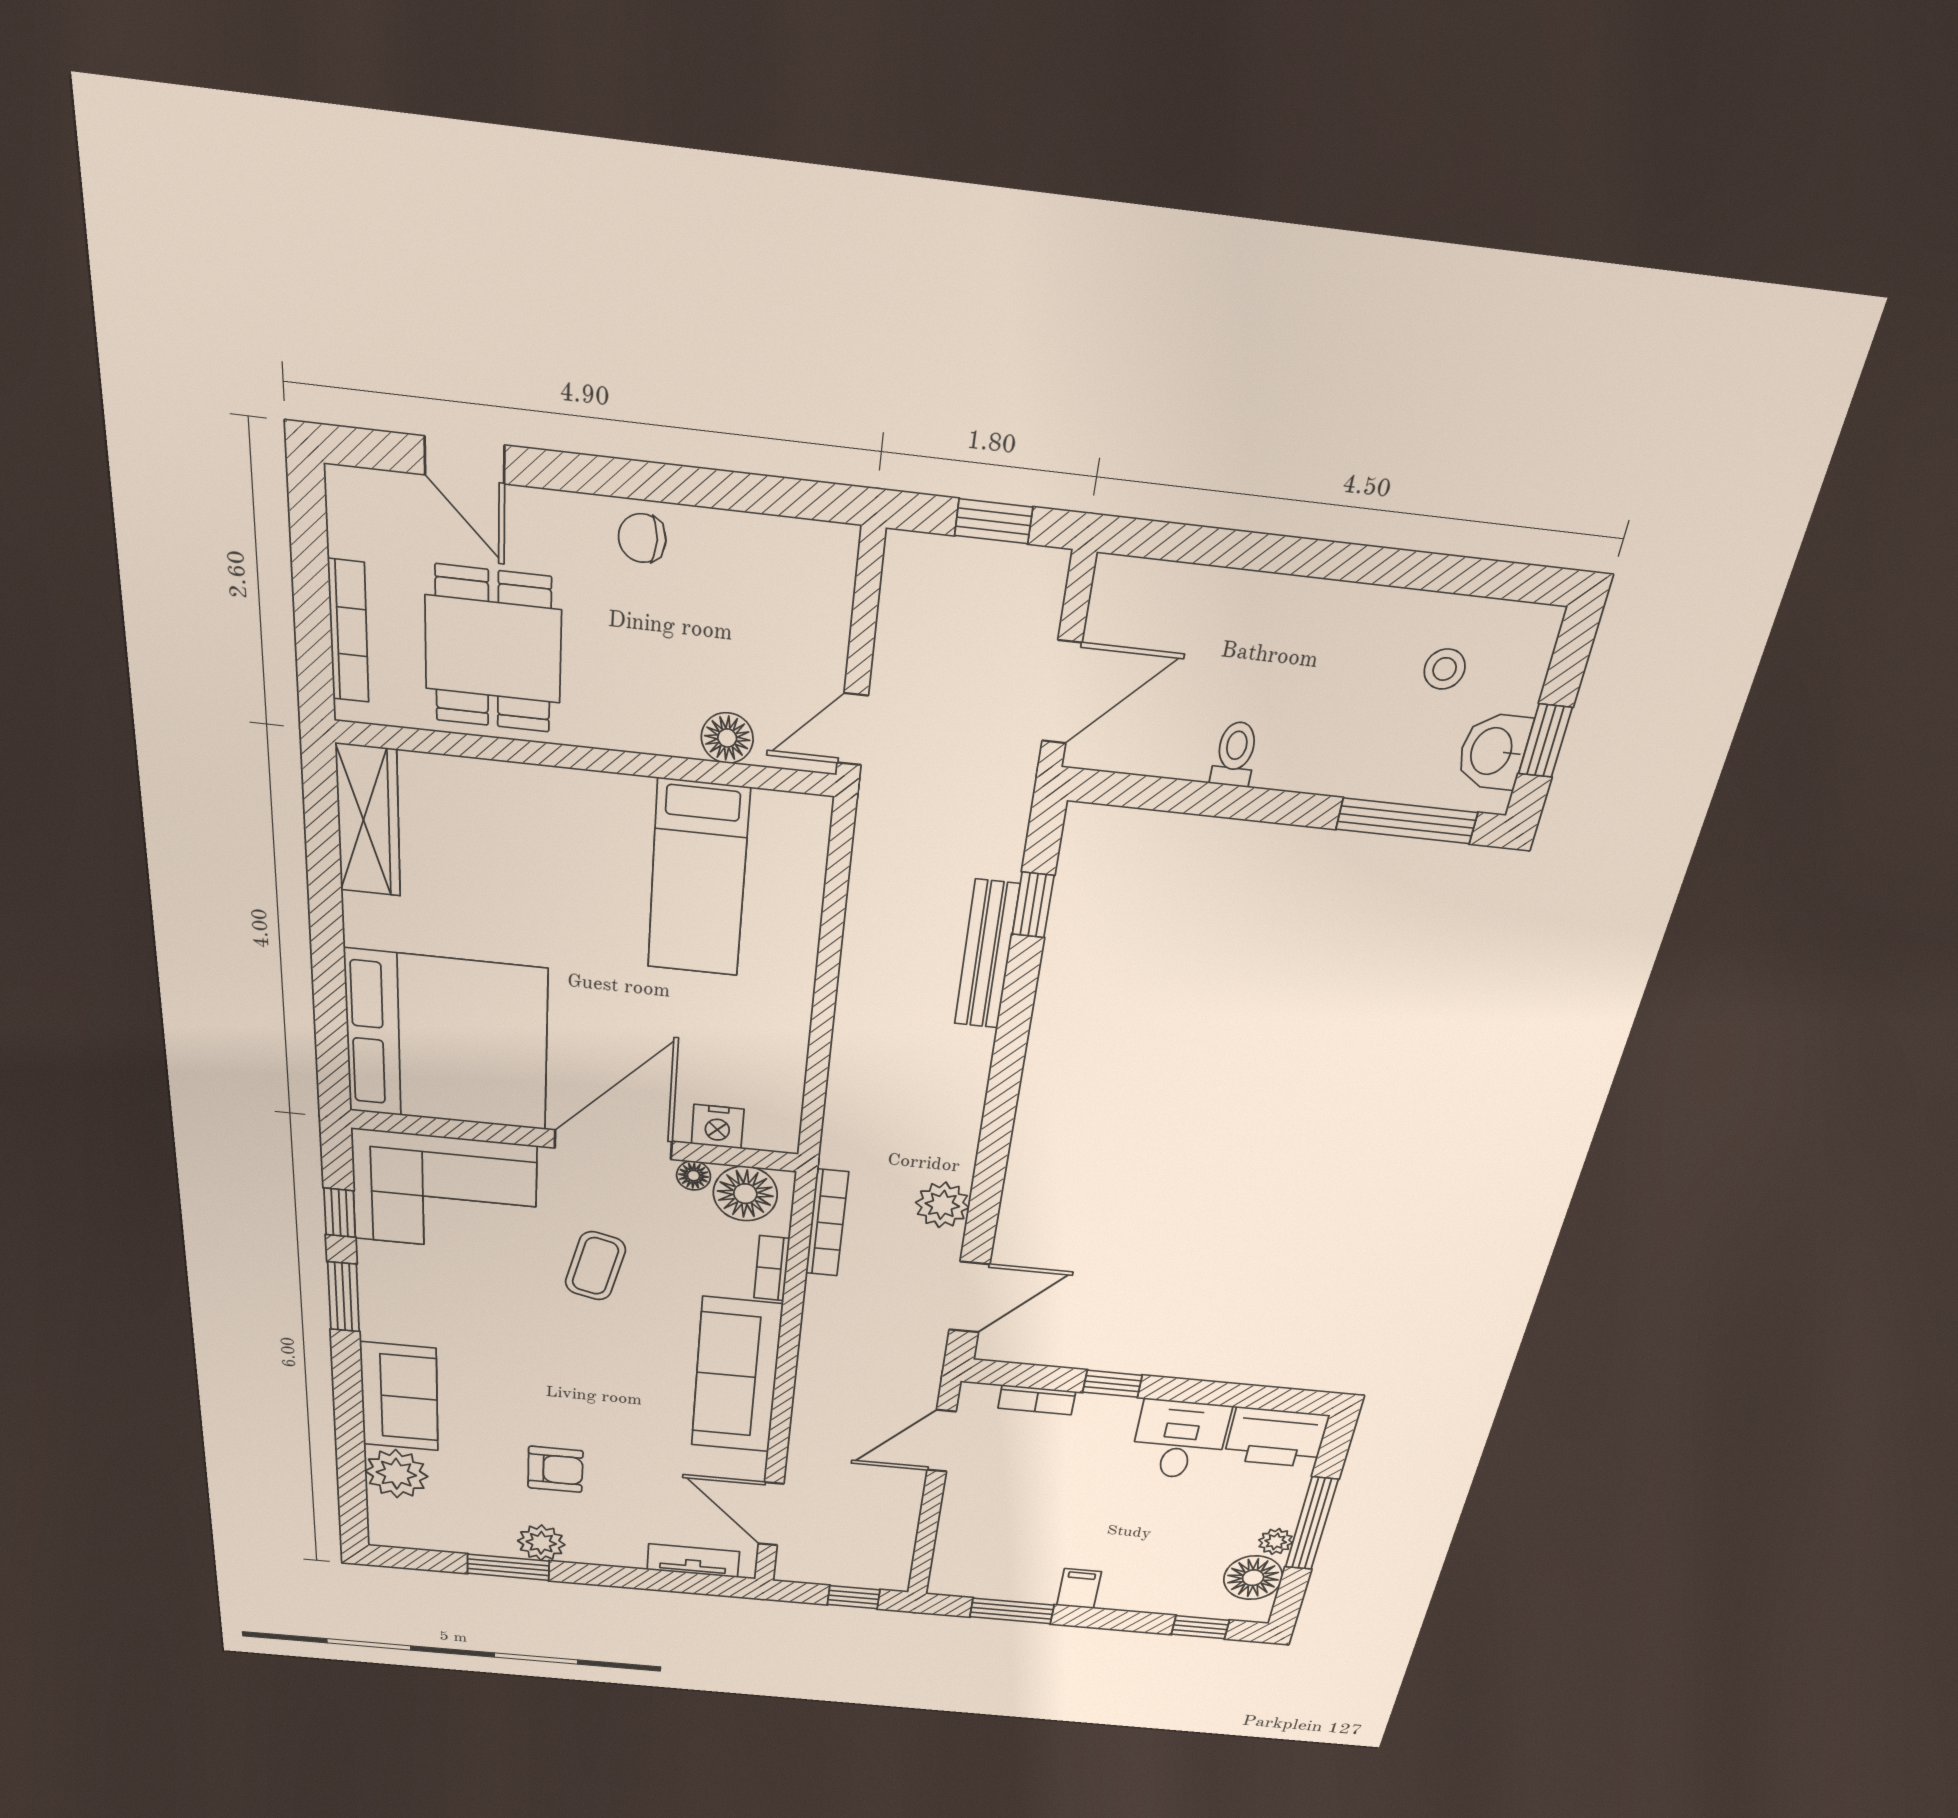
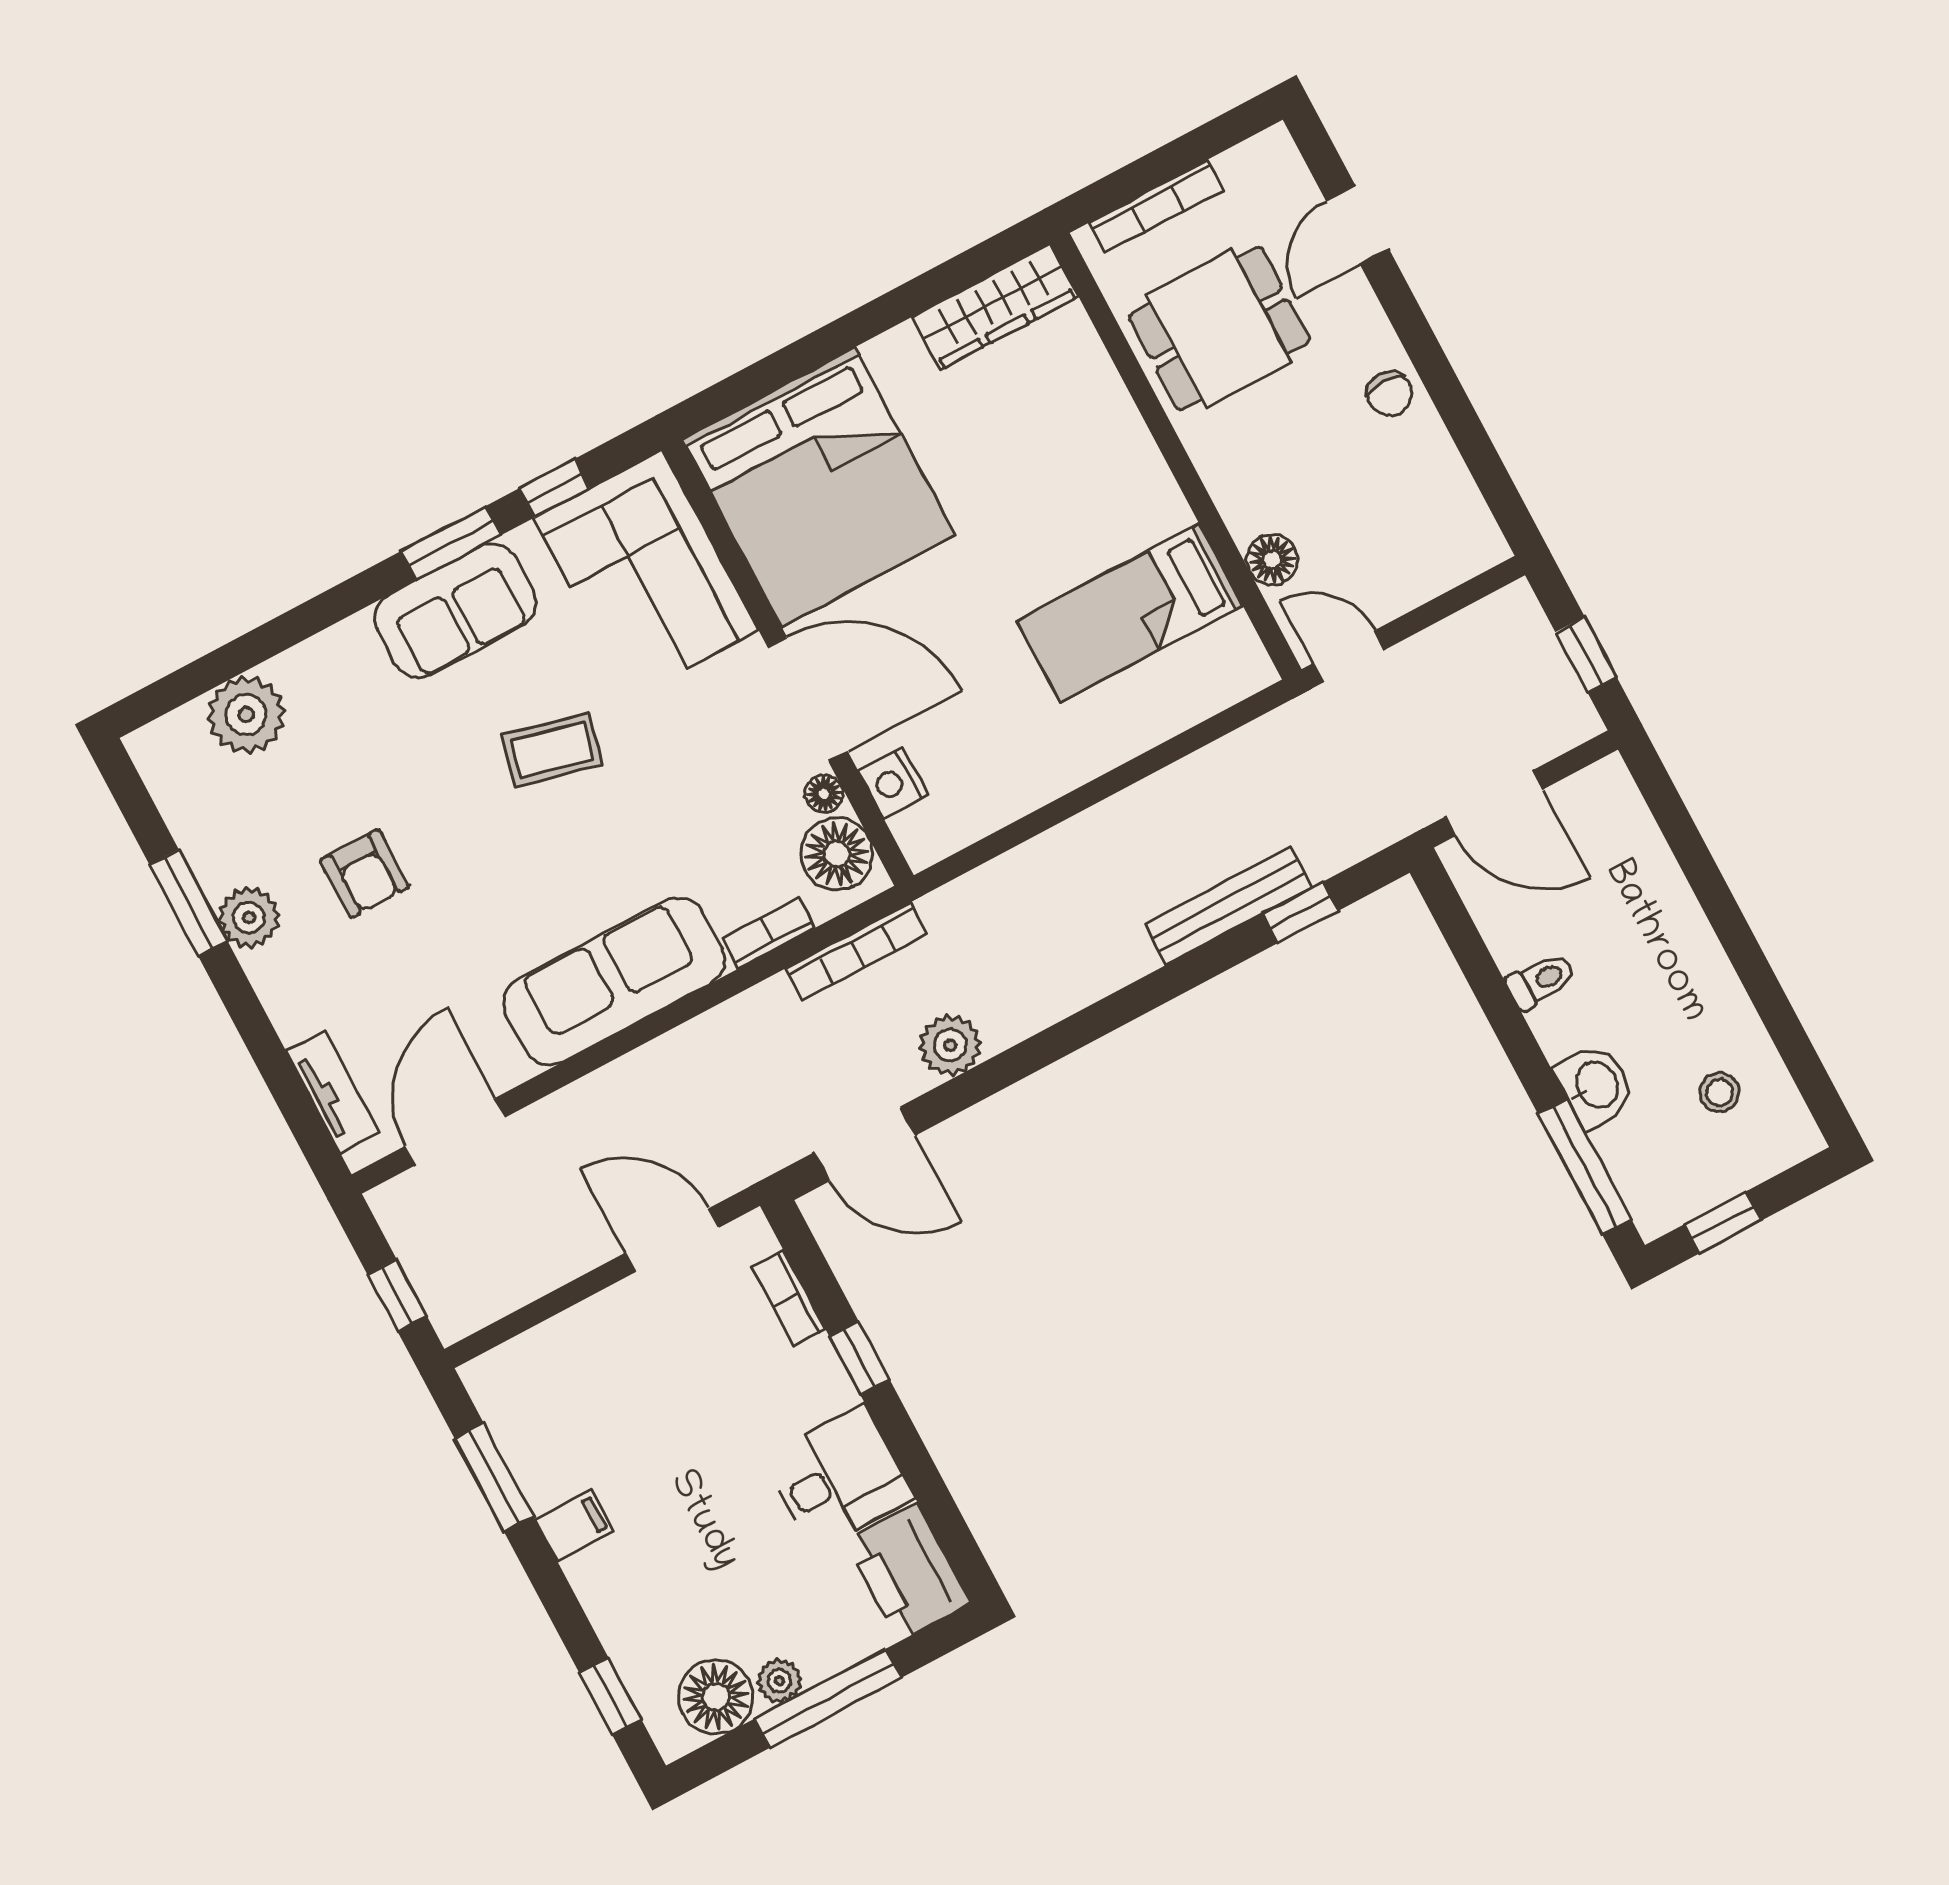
chair: (642, 538) -> (1389, 394), turned 180
washbasin: (1493, 751) -> (1596, 1085), moved, turned 90
coffee table: (595, 1266) -> (552, 750), moved
sofa: (399, 1397) -> (456, 611), moved

